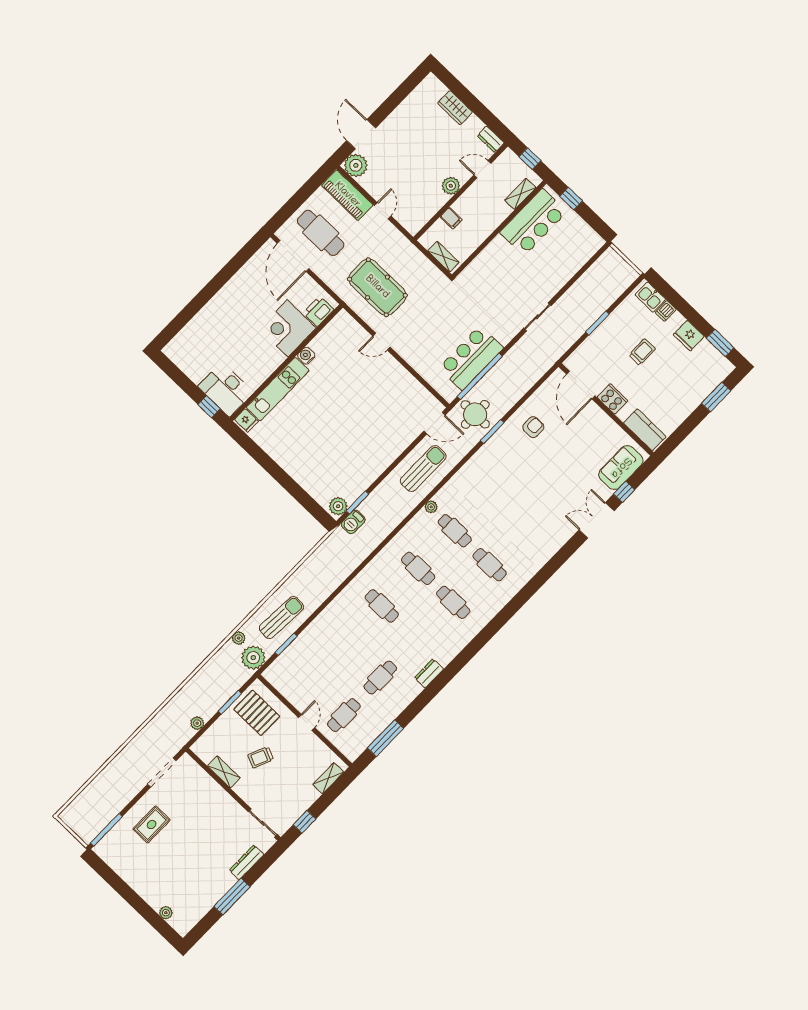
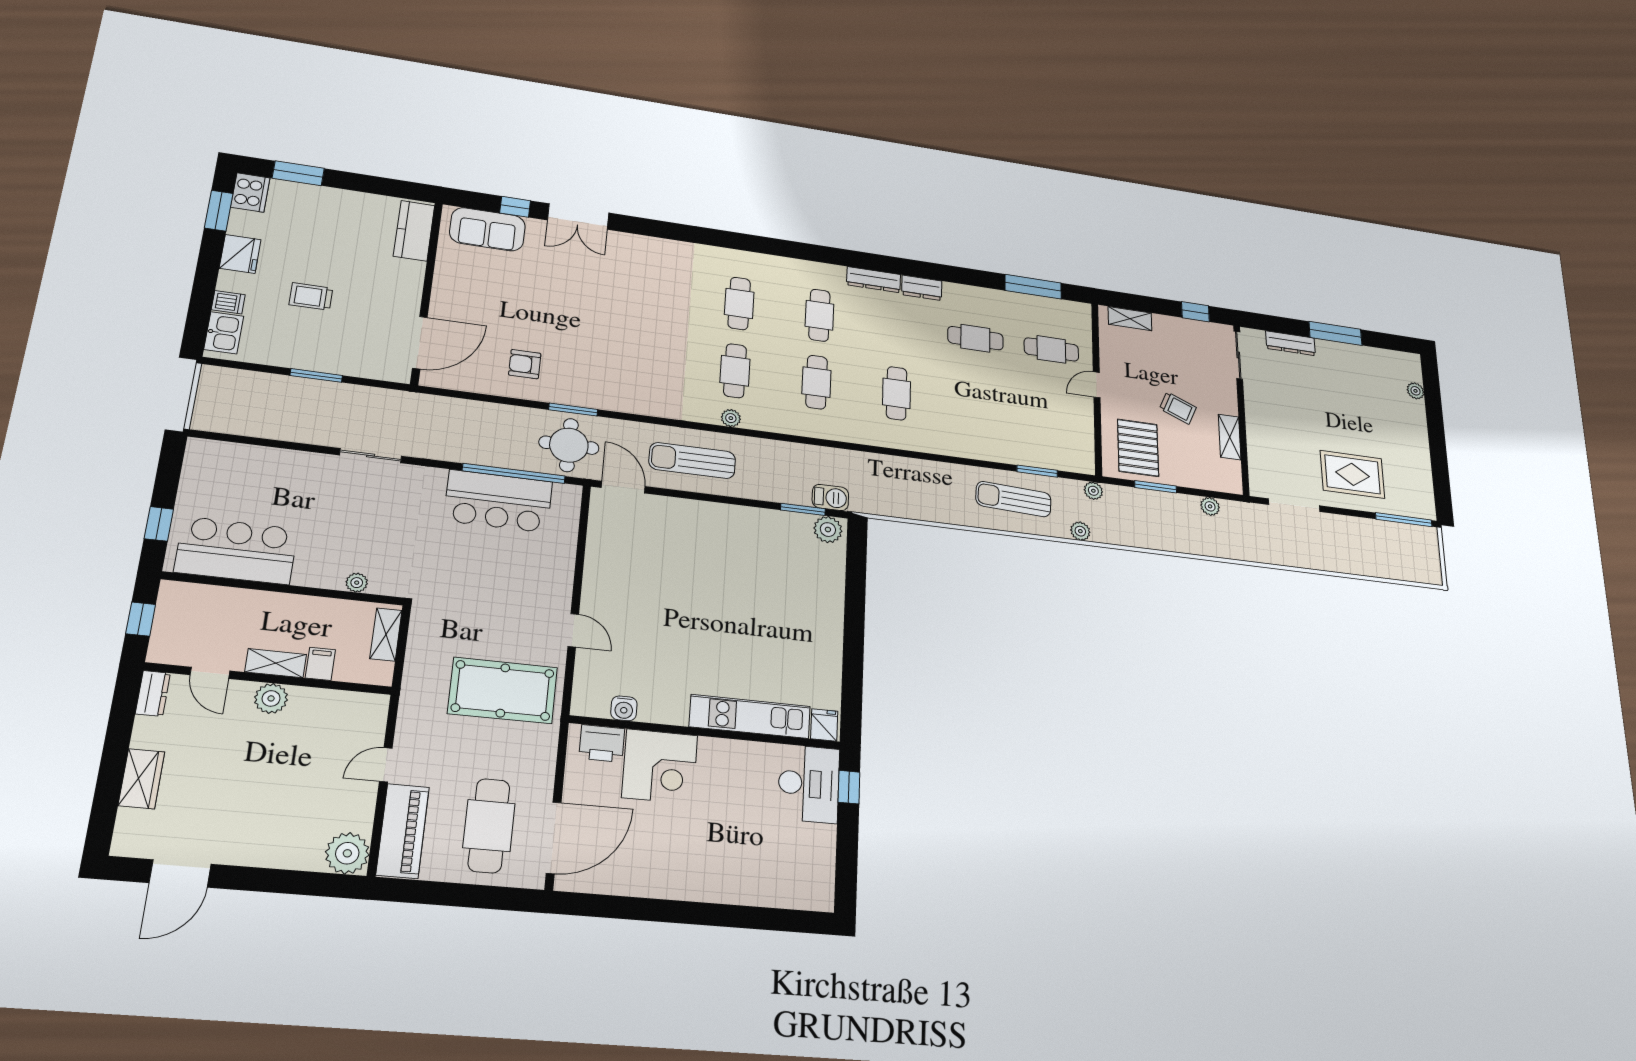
door: (361, 134) -> (180, 873), moved
shelving: (520, 194) -> (276, 663), moved
plant: (478, 263) -> (357, 583), added
pool table: (377, 287) -> (503, 690), turned 90
water cooler: (306, 356) -> (624, 708), moved
cooker: (612, 399) -> (250, 193), moved, turned 180
dresser: (452, 650) -> (874, 280), added
plant: (253, 658) -> (1093, 491), width x0.53, depth x0.53
rug: (152, 824) -> (1352, 474), width x1.36, depth x1.43

